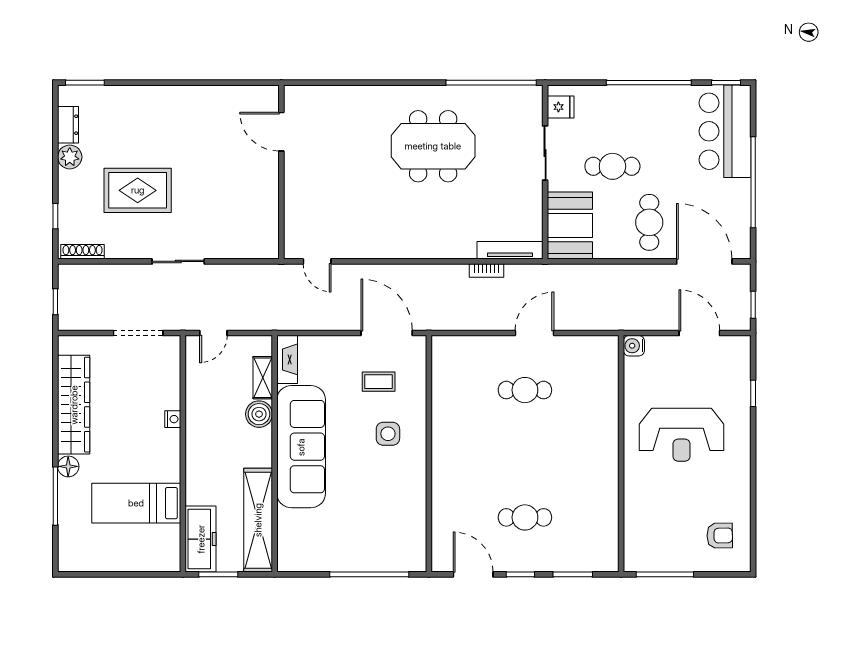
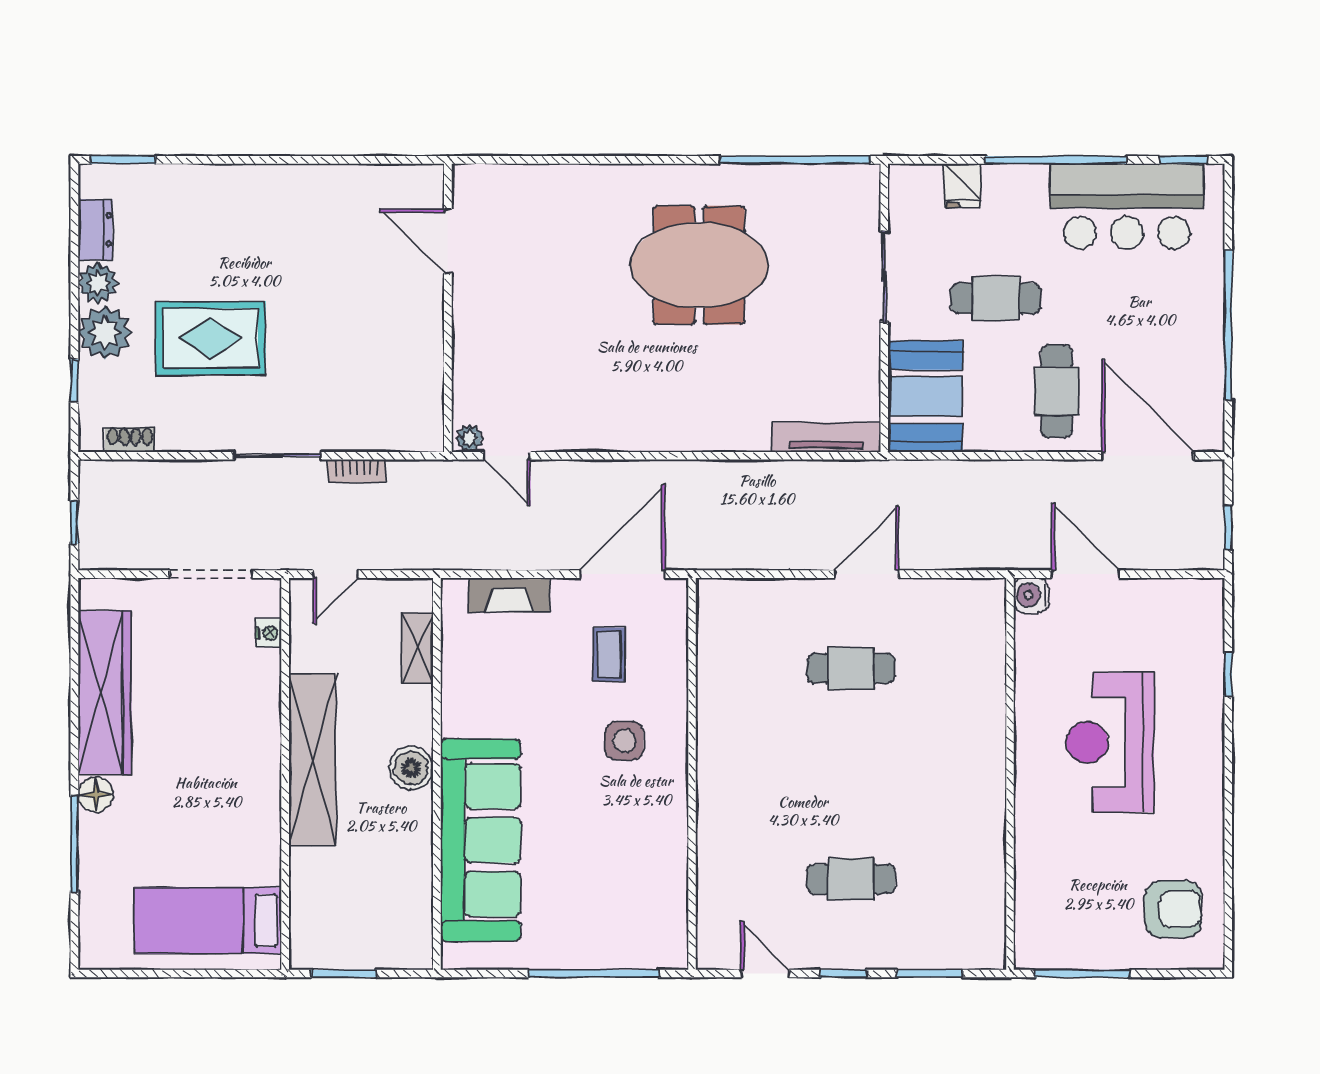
fridge: (561, 107) -> (962, 186), moved, turned 90
bar counter: (725, 131) -> (1127, 206), moved, turned -90
plant: (74, 187) -> (105, 333), added
plant: (294, 251) -> (470, 438), added
shoe rack: (83, 252) -> (130, 440), width x0.70
bookcase: (486, 271) -> (357, 471), moved
door: (387, 333) -> (622, 574), hinge flipped
door: (699, 333) -> (1085, 574), moved
fireplace: (287, 359) -> (509, 595), moved, turned 90
coffee table: (379, 382) -> (609, 654), turned 90
boiler: (259, 414) -> (411, 768), moved
nightstand: (173, 419) -> (268, 633), moved
reception desk: (682, 435) -> (1110, 742), turned 90
sofa: (301, 447) -> (481, 840), moved
bed: (136, 503) -> (208, 921), moved
shelving: (258, 520) -> (312, 760), moved
armchair: (720, 536) -> (1173, 909), width x1.38, depth x1.38
freezer: (201, 539) -> (314, 915), removed
door: (473, 574) -> (765, 973), width x0.73

